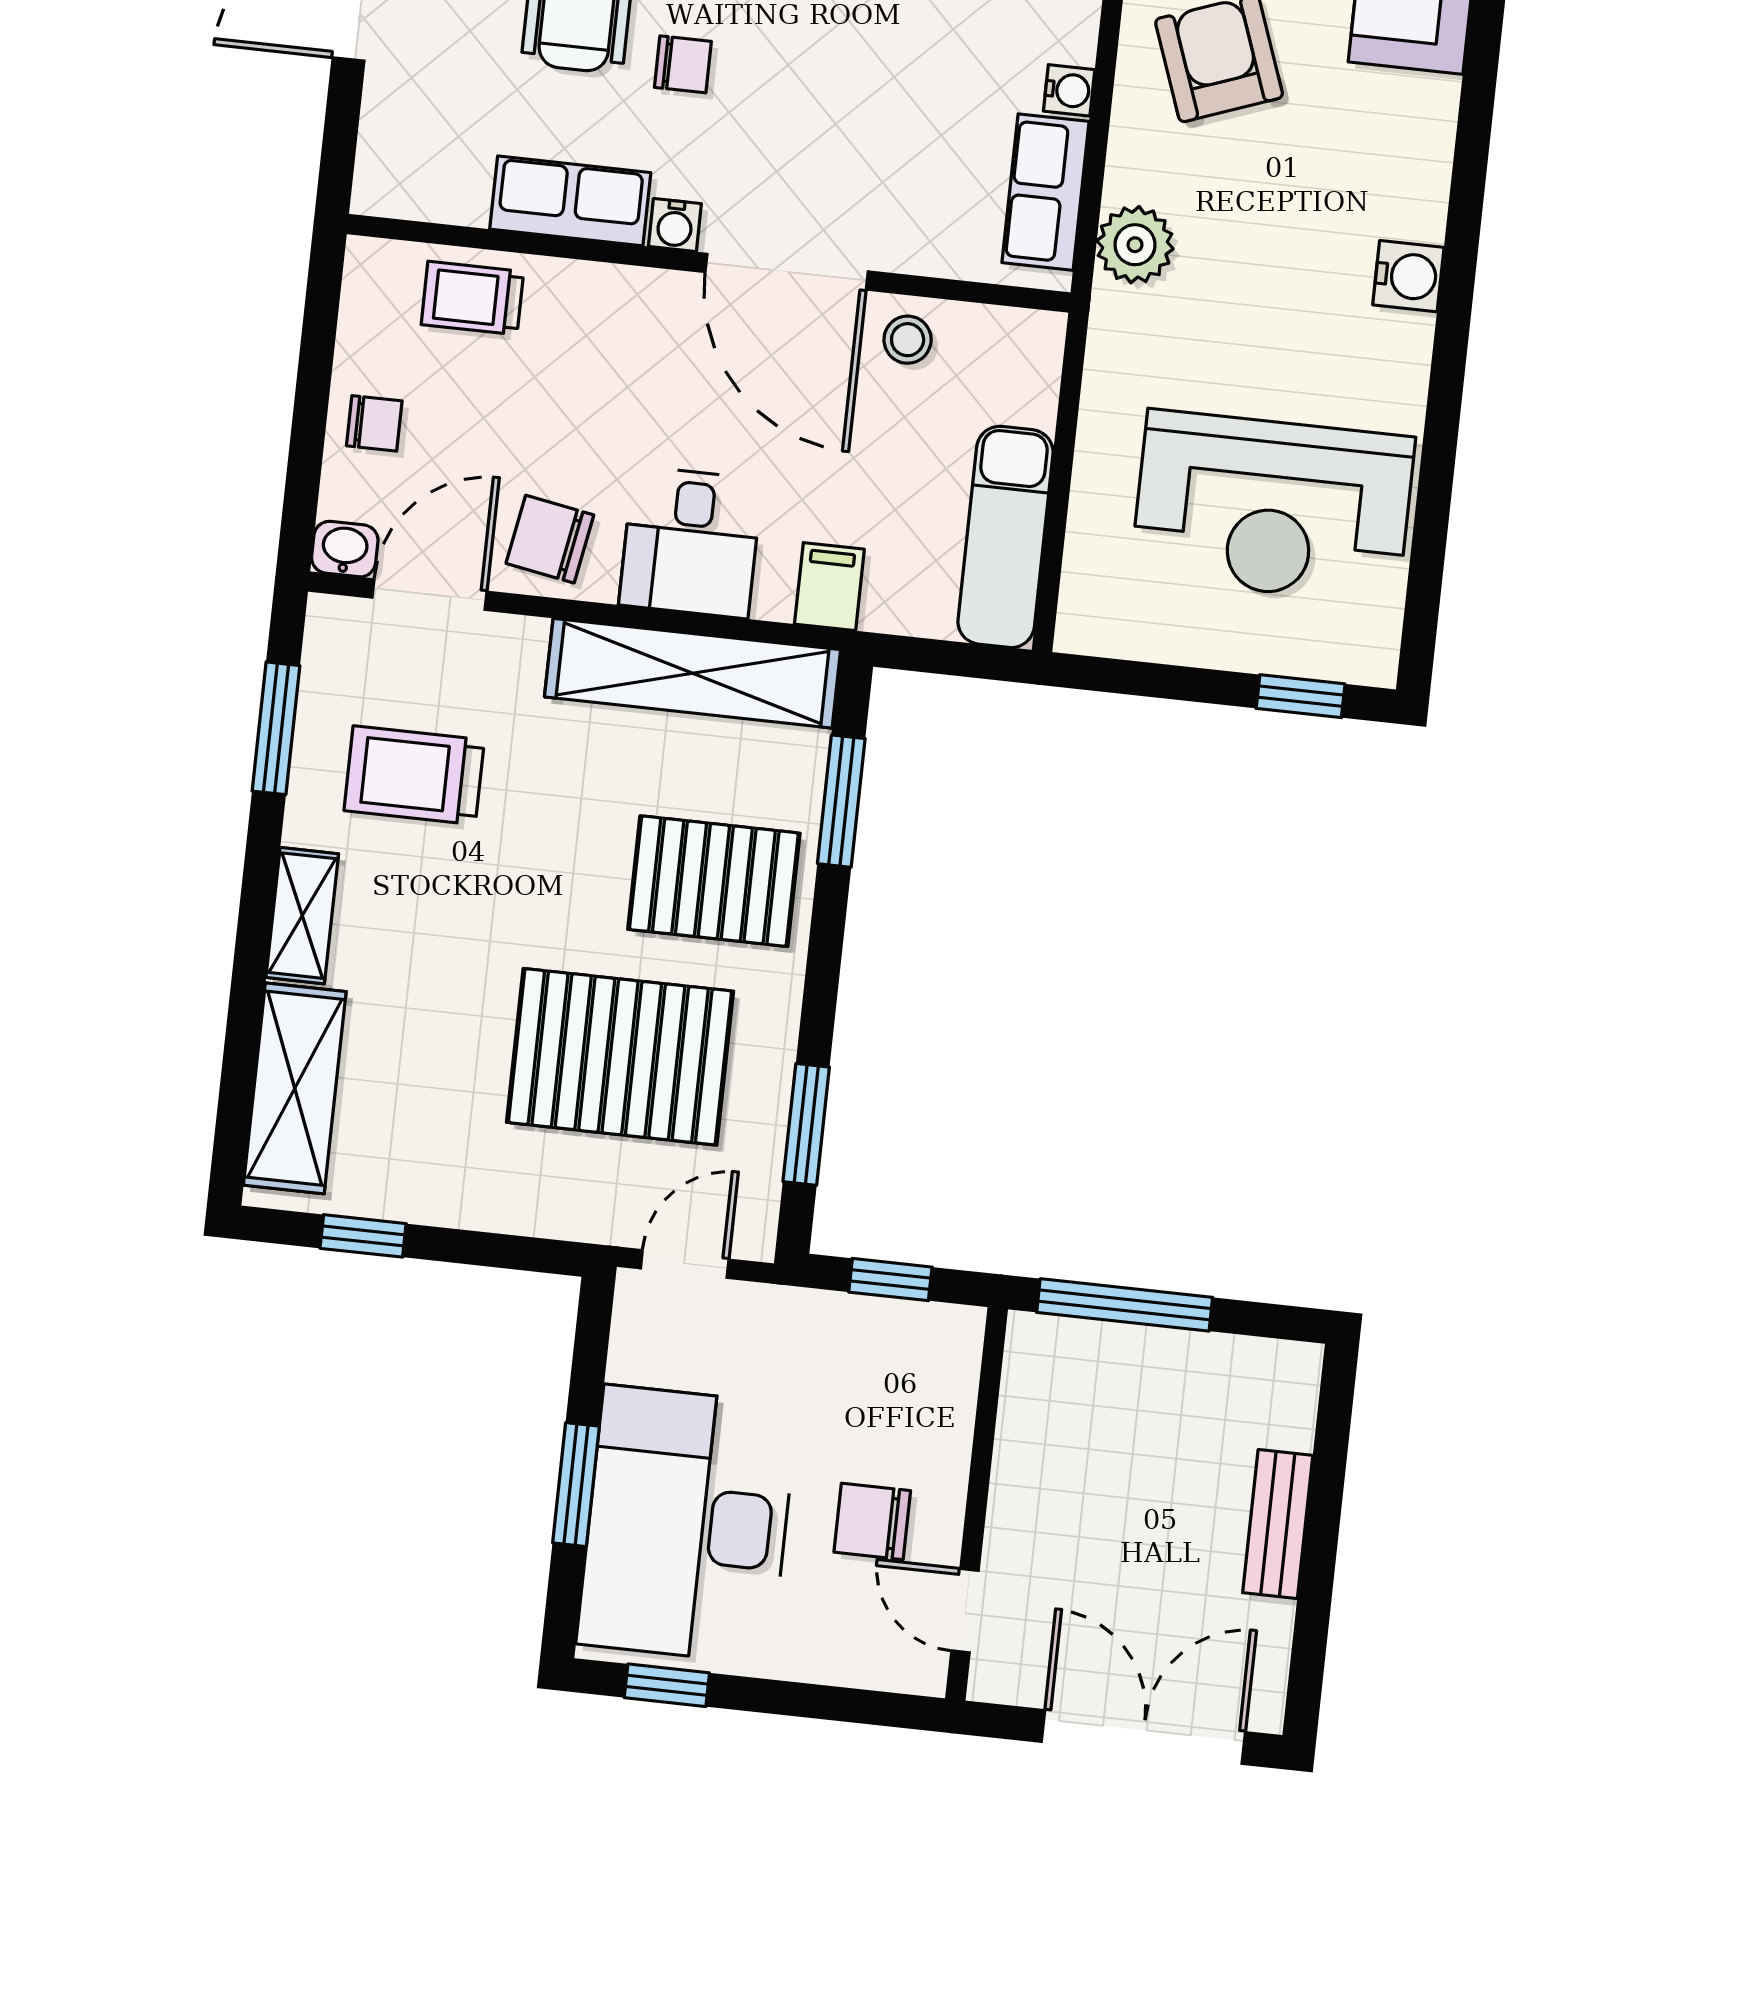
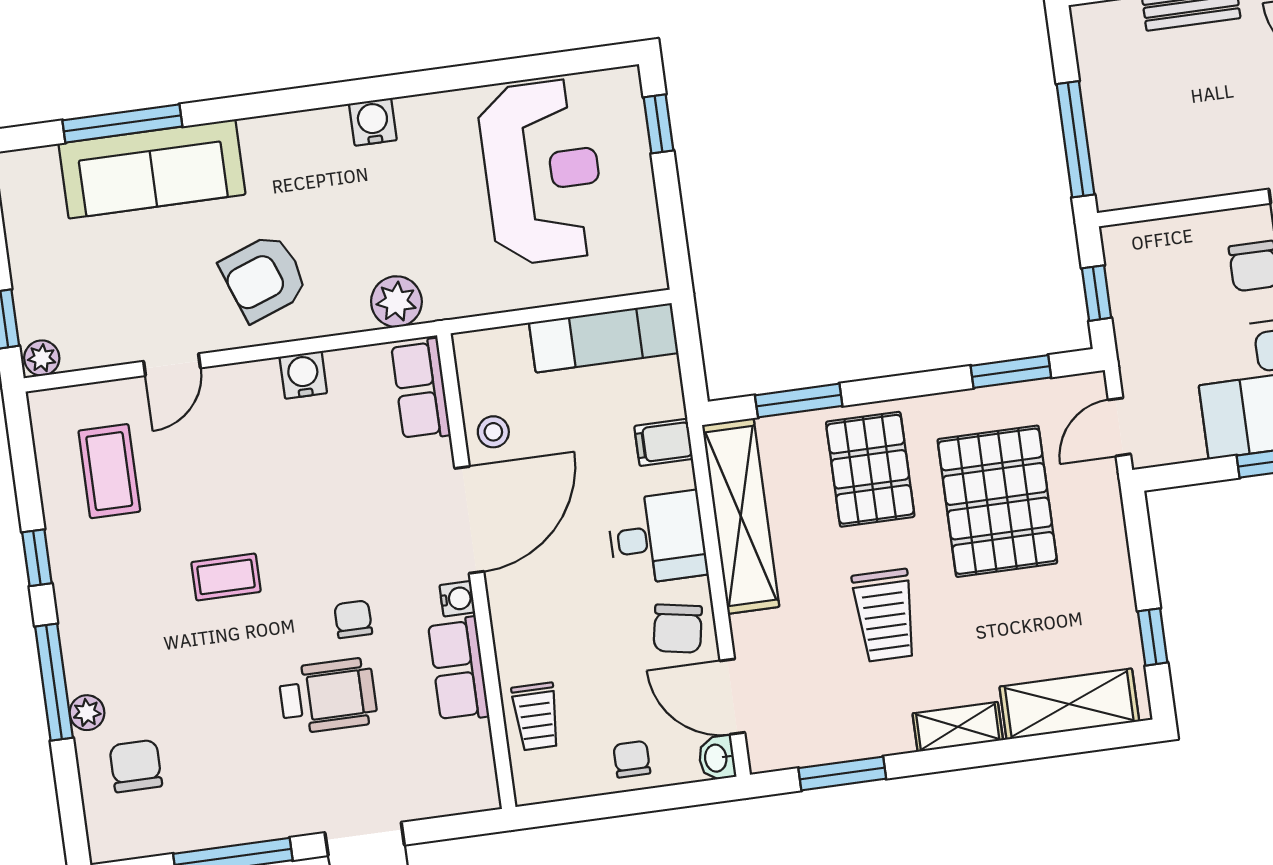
water cooler: (1069, 90) -> (303, 375), width x1.38, depth x1.38
row of seats: (1046, 192) -> (421, 390), moved, turned 90
trolley: (414, 775) -> (885, 615), moved
door: (685, 1264) -> (1119, 427), hinge flipped

